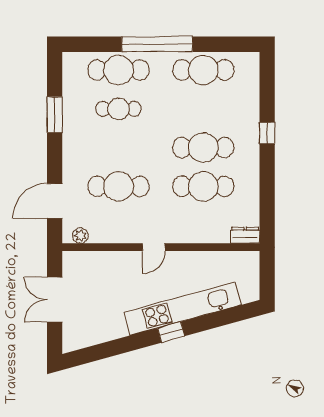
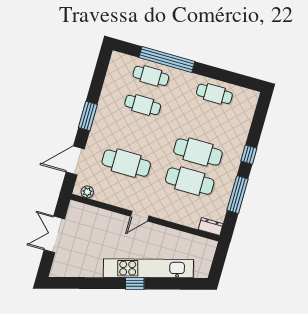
window: (157, 44) -> (167, 60), moved
cafe table: (118, 70) -> (151, 76), width x0.73, depth x0.74
cafe table: (203, 70) -> (214, 94), width x0.73, depth x0.74
window: (55, 115) -> (88, 116), moved
window: (267, 187) -> (238, 195), added

